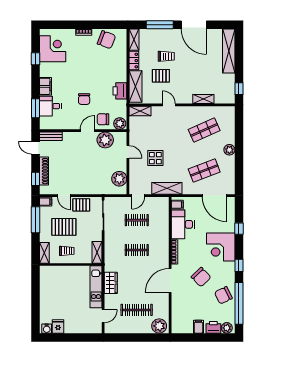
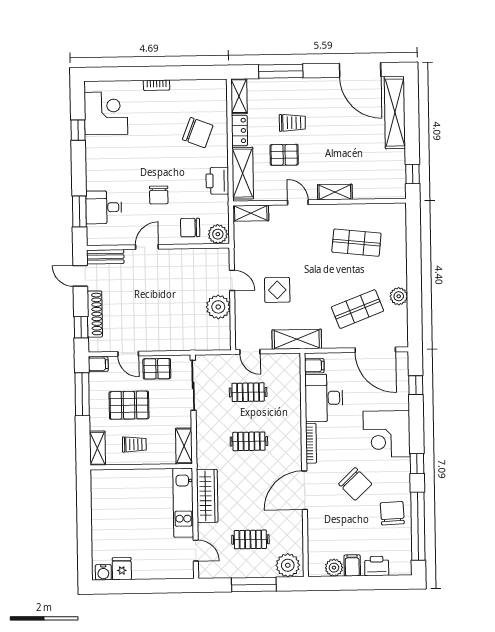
door: (194, 25) -> (360, 70), moved
chair: (106, 40) -> (198, 133), moved
filing cabinet: (46, 86) -> (95, 175), removed
shelving: (203, 99) -> (335, 192), moved
shop shelf: (204, 130) -> (356, 243), turned 30
door: (87, 131) -> (147, 247), moved
plant: (105, 140) -> (194, 262), removed
plant: (229, 150) -> (399, 296), moved
plant: (119, 179) -> (218, 307), moved
door: (138, 196) -> (250, 352), hinge flipped
window: (239, 229) -> (416, 385), moved
wardrobe: (111, 283) -> (207, 496), width x1.50
chair: (223, 295) -> (392, 513), turned 113
clothes rail: (137, 310) -> (250, 539), width x0.73
door: (103, 316) -> (196, 551), hinge flipped
plant: (227, 328) -> (334, 568), moved
window: (138, 337) -> (254, 584), added

